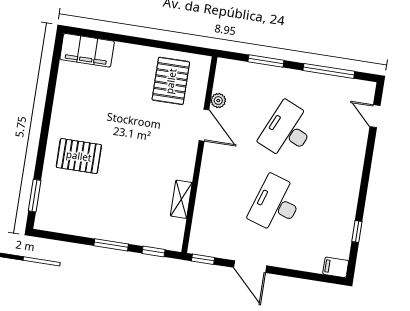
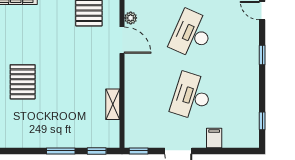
pallet: (79, 156) -> (23, 82), turned 90
window: (367, 169) -> (262, 55), added
window: (357, 231) -> (262, 121), moved
filing cabinet: (336, 267) -> (214, 138), moved, turned 90

